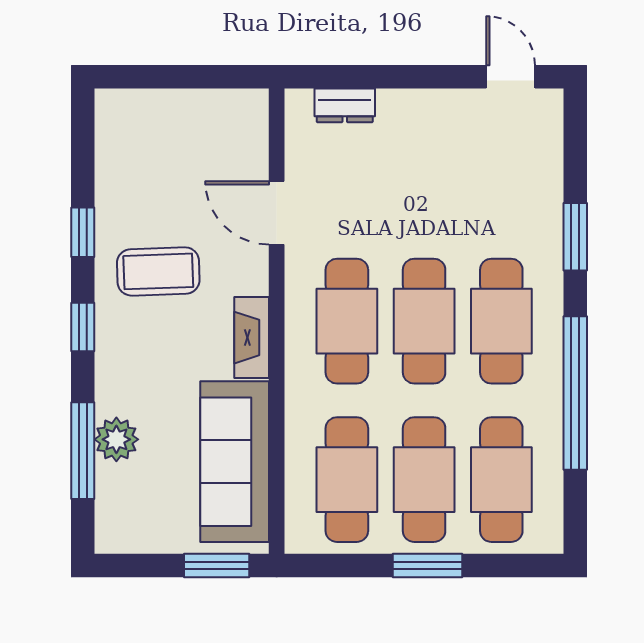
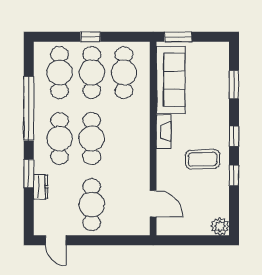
dresser: (345, 105) -> (41, 187), moved, turned 90
door: (277, 213) -> (153, 204), moved
cafe table: (347, 321) -> (92, 205), moved
plant: (116, 439) -> (220, 226), moved
window: (83, 451) -> (234, 85), width x0.69
window: (428, 565) -> (90, 37), width x0.67

